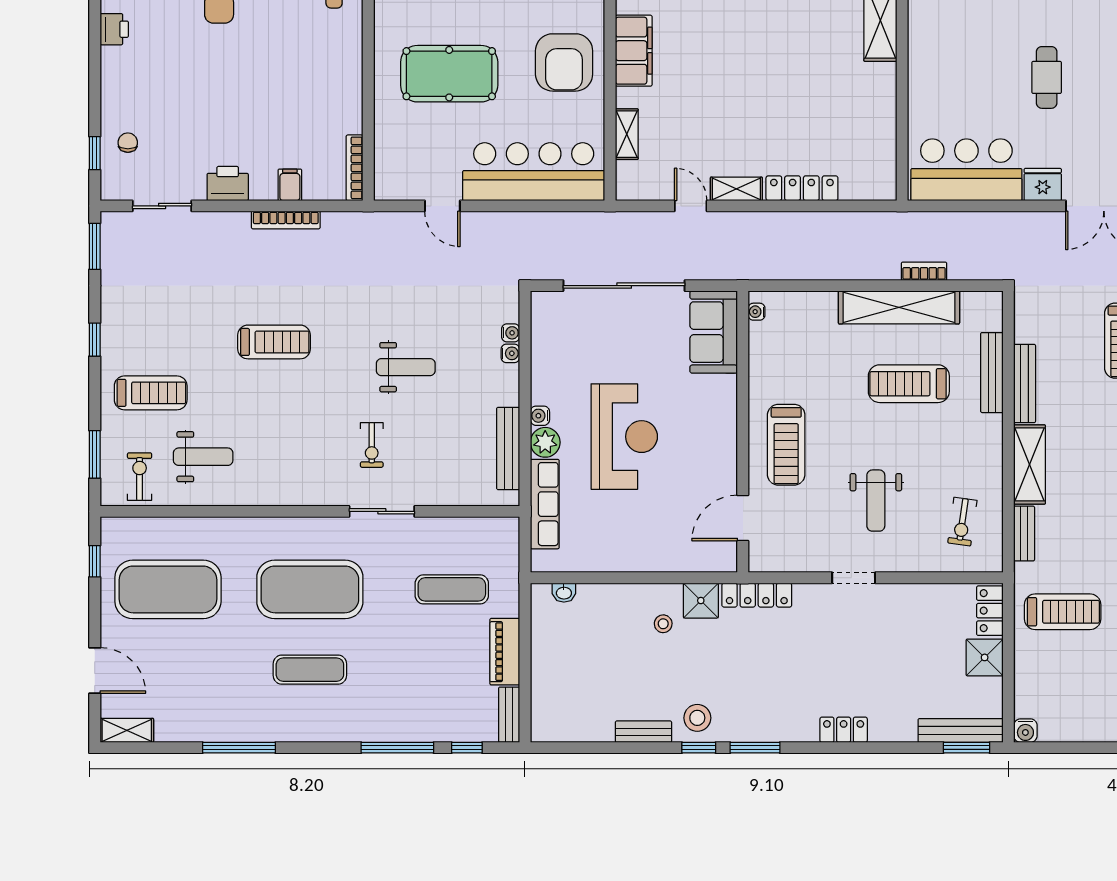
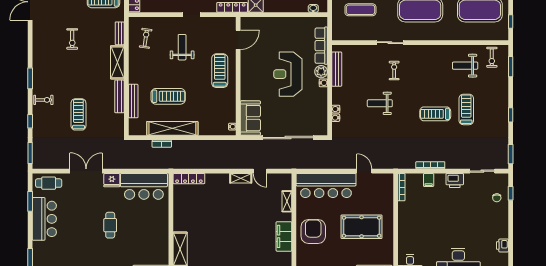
locker: (802, 188) -> (189, 179), moved
treadmill: (151, 393) -> (466, 109), moved, turned 90

